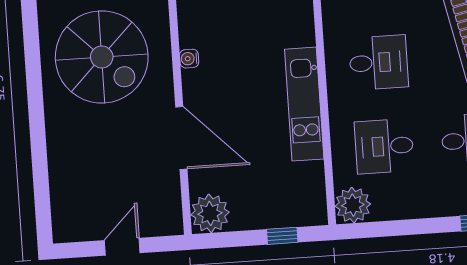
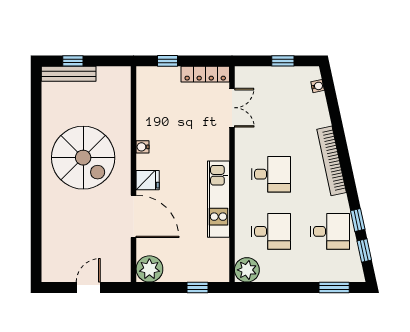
water cooler: (189, 59) -> (142, 147), moved
fridge: (199, 83) -> (148, 180), added
desk: (384, 146) -> (271, 231), turned 180

